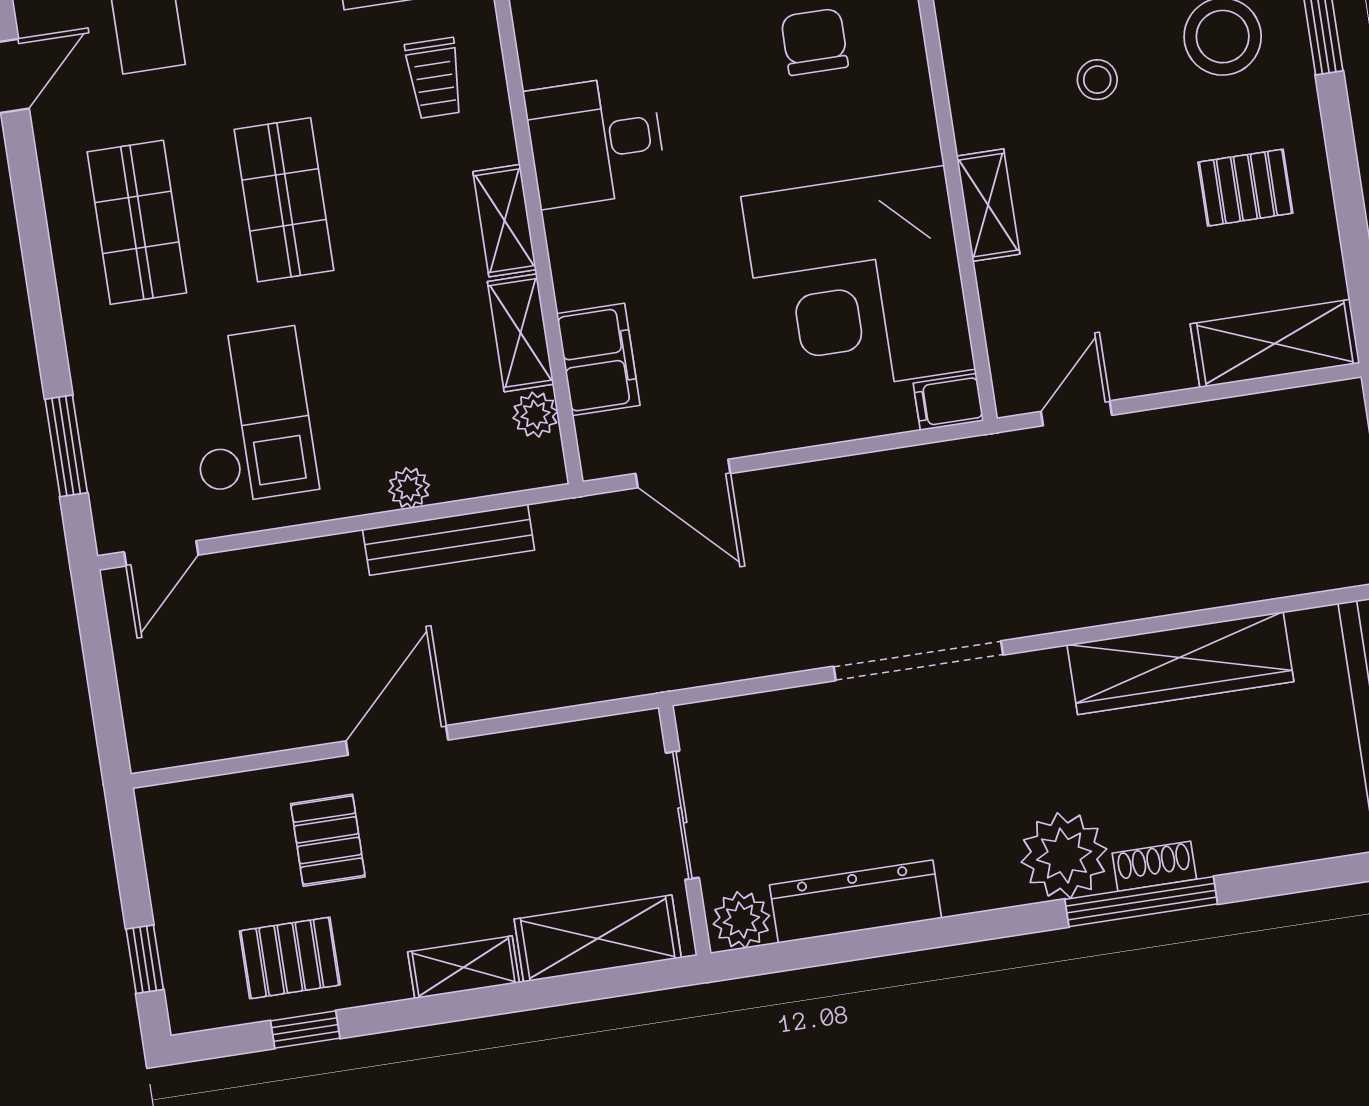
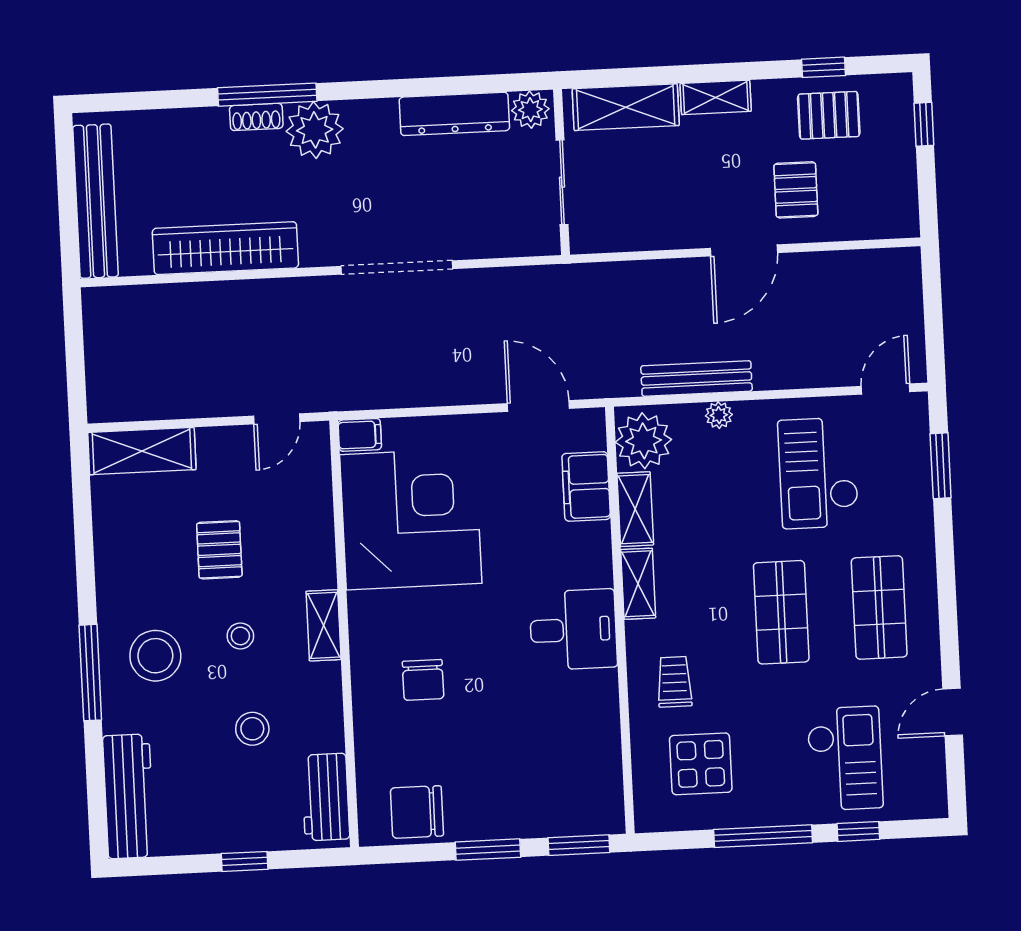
pallet: (1245, 188) -> (219, 550), moved, turned 90
shelving: (988, 205) -> (324, 625), moved
plant: (535, 415) -> (644, 441), width x1.88, depth x1.88

